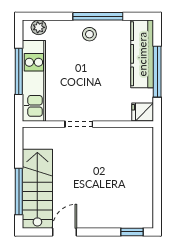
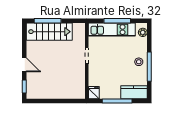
kitchen counter: (142, 54) -> (134, 92), width x0.67
door: (65, 232) -> (24, 65), moved

